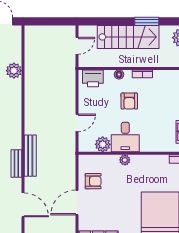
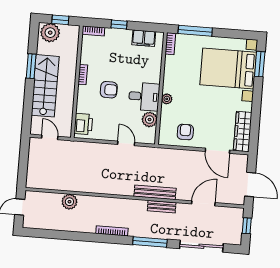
floor lamp: (119, 74) -> (82, 98), removed
door: (77, 202) -> (217, 151), moved

